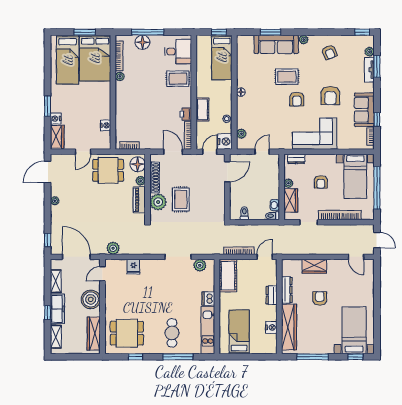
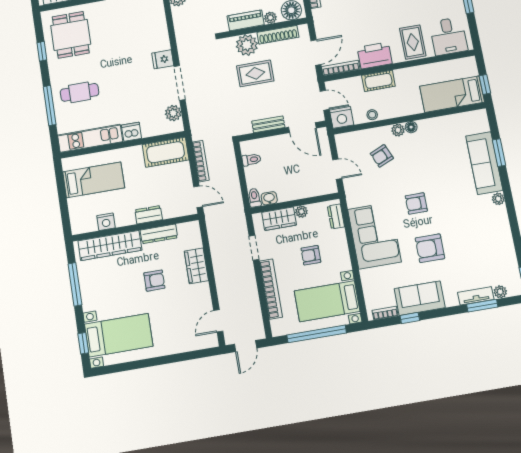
armchair: (329, 52) -> (382, 156), moved
rug: (287, 77) -> (444, 185), removed
printer: (186, 114) -> (375, 55), width x1.87, depth x1.48
plant: (241, 134) -> (398, 130), moved
bench: (220, 196) -> (268, 124), added
fridge: (133, 267) -> (163, 59), moved

